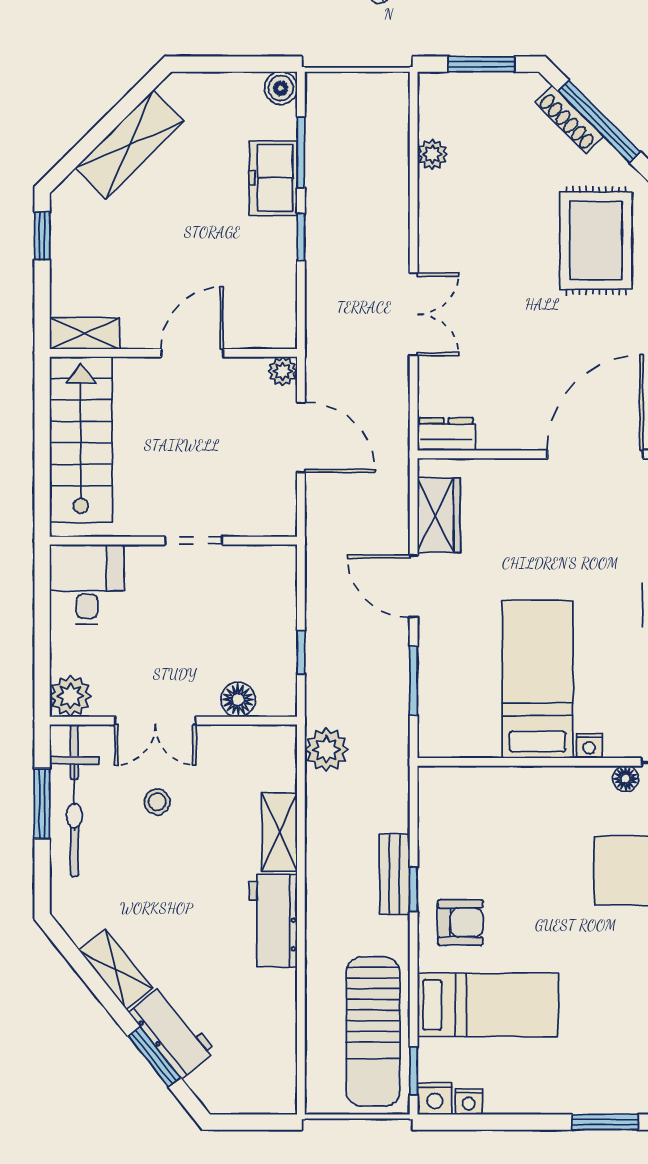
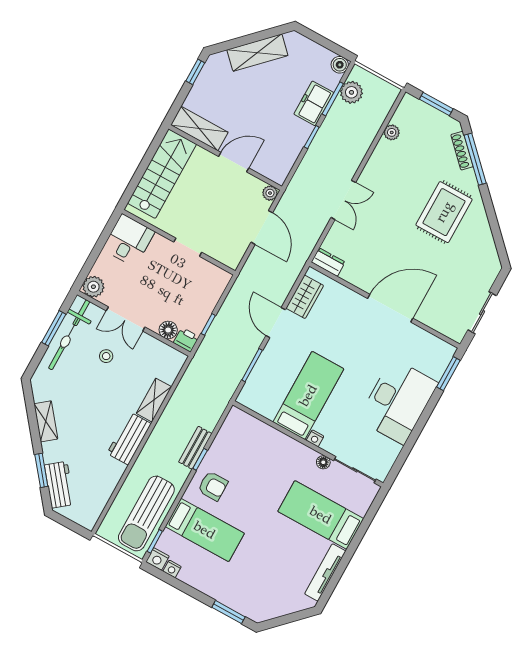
shelving: (85, 333) -> (199, 129), width x1.50, depth x1.33
printer: (278, 699) -> (186, 340), added
plant: (327, 750) -> (351, 92), moved
workbench: (172, 1032) -> (59, 485), moved

